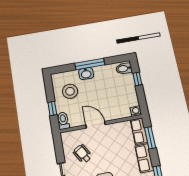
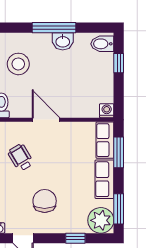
washbasin: (86, 74) -> (63, 41), moved

